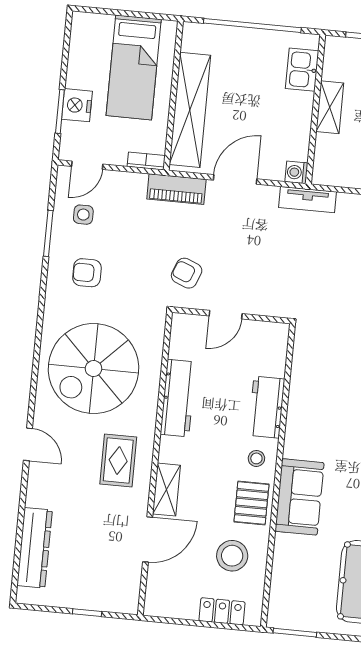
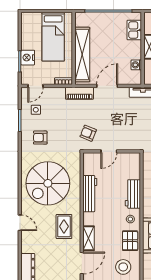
washing machine: (296, 172) -> (136, 65), moved

